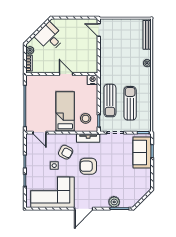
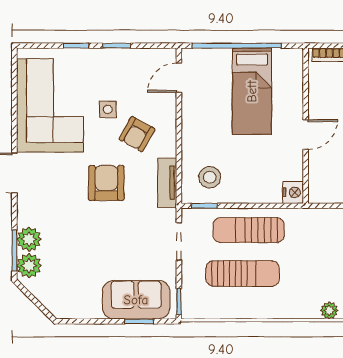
bed: (65, 112) -> (252, 91), moved, turned 90
plant: (126, 202) -> (29, 266), added

